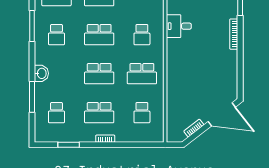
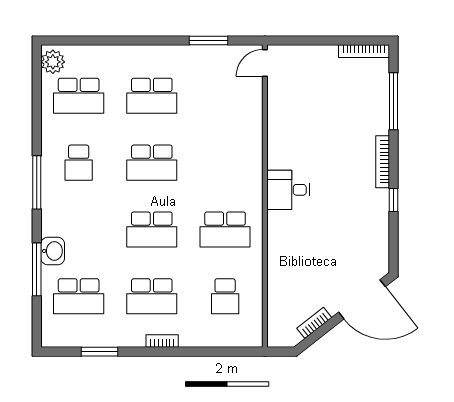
window: (32, 26) -> (37, 182), moved
desk: (179, 26) -> (288, 190), moved
school desk: (142, 35) -> (225, 163), removed
window: (240, 56) -> (393, 200), added
washbasin: (41, 73) -> (53, 251), moved
school desk: (56, 113) -> (79, 296), width x1.85

